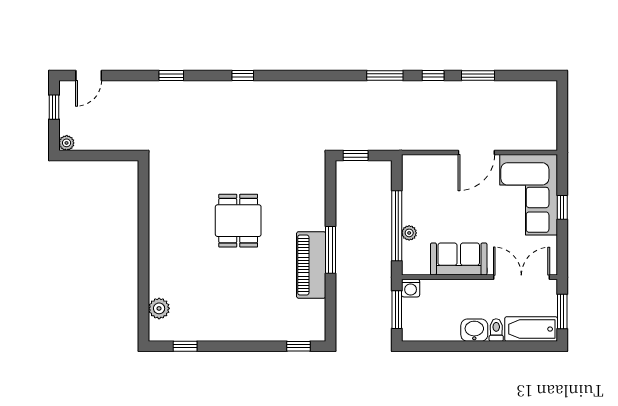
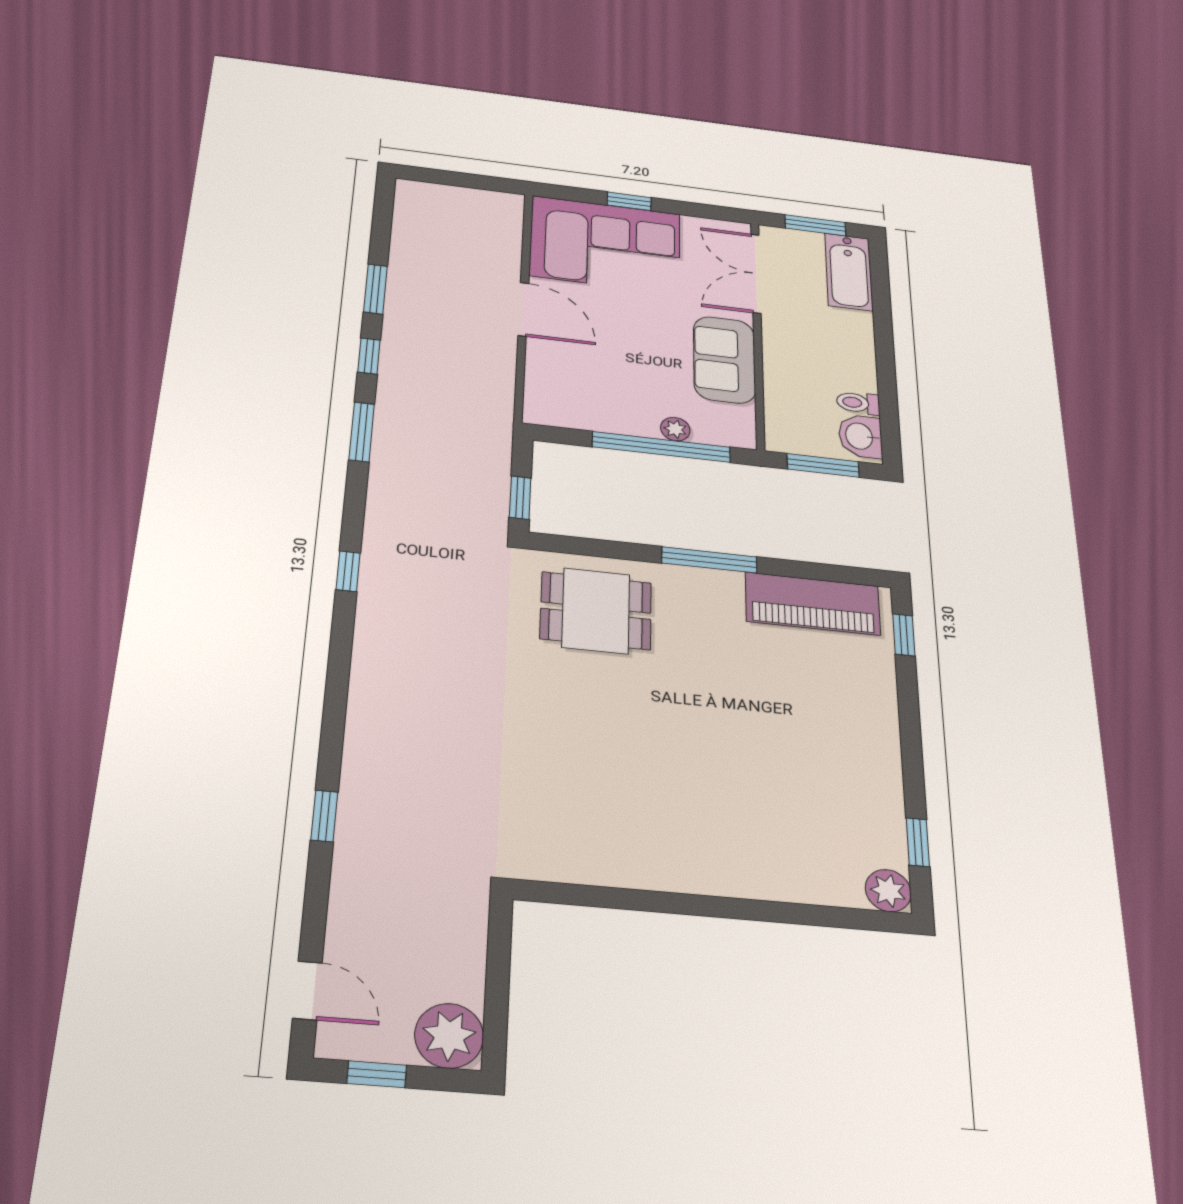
window: (243, 76) -> (348, 571), moved
plant: (67, 143) -> (449, 1036), width x1.88, depth x1.88
dining table: (238, 221) -> (596, 611), moved
piano: (311, 265) -> (813, 604), moved
washing machine: (411, 288) -> (781, 439), removed
plant: (159, 308) -> (888, 891), moved
washbasin: (474, 330) -> (860, 436), moved
toilet: (496, 330) -> (858, 403), moved

